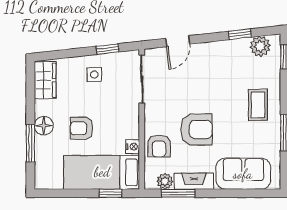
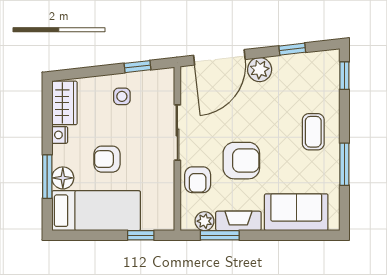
door: (178, 41) -> (219, 57), width x1.87
plant: (260, 46) -> (260, 70), moved
sliding door: (142, 79) -> (177, 132), moved
floor lamp: (44, 126) -> (63, 178), moved
nightstand: (133, 147) -> (60, 135), moved, turned 180
bed: (102, 172) -> (96, 211), moved, turned 180

